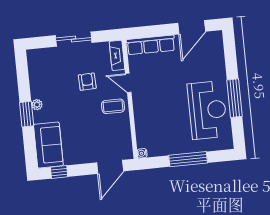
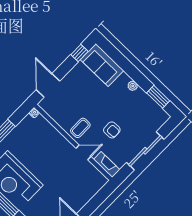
sliding door: (74, 39) -> (145, 151), width x1.37
row of seats: (151, 45) -> (90, 191), removed
window: (27, 114) -> (158, 97), moved

